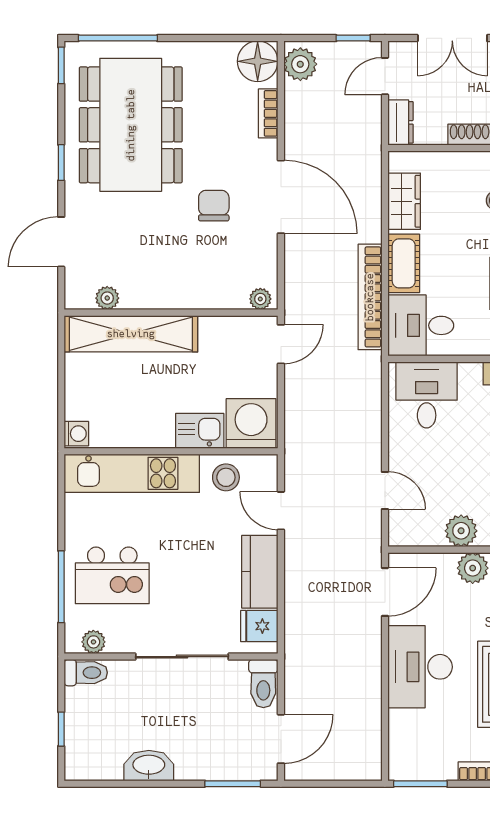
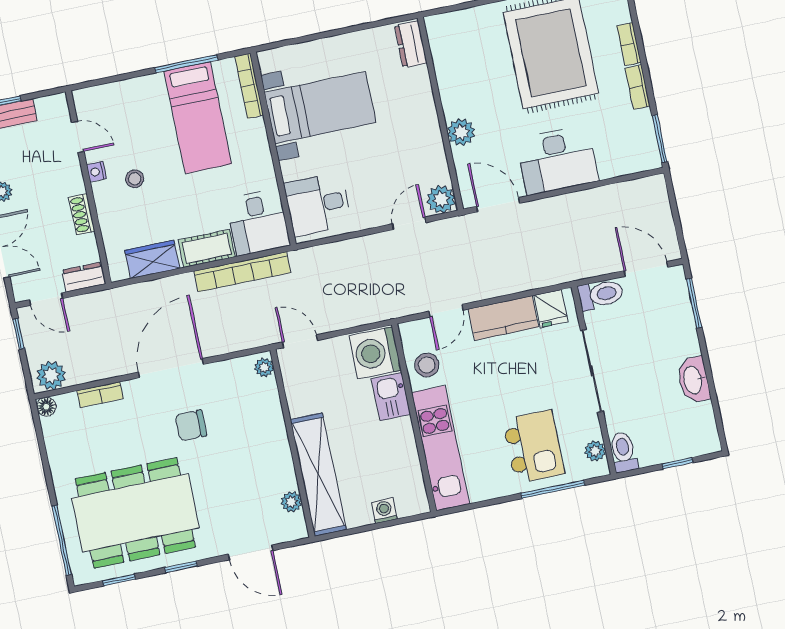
floor lamp: (258, 61) -> (46, 407), width x0.53, depth x0.53
window: (61, 65) -> (119, 580), moved
washing machine: (76, 434) -> (384, 511), moved
plant: (461, 531) -> (441, 199), moved

